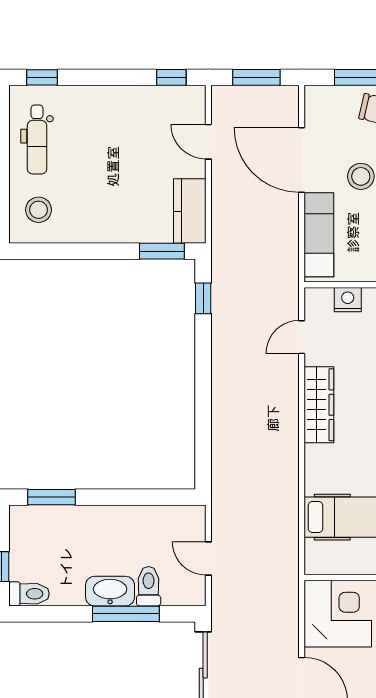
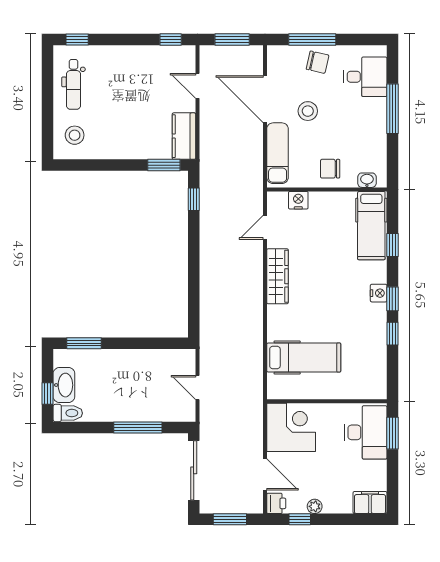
toilet: (149, 586) -> (154, 408), removed
washbasin: (110, 591) -> (64, 385), moved, turned 90

